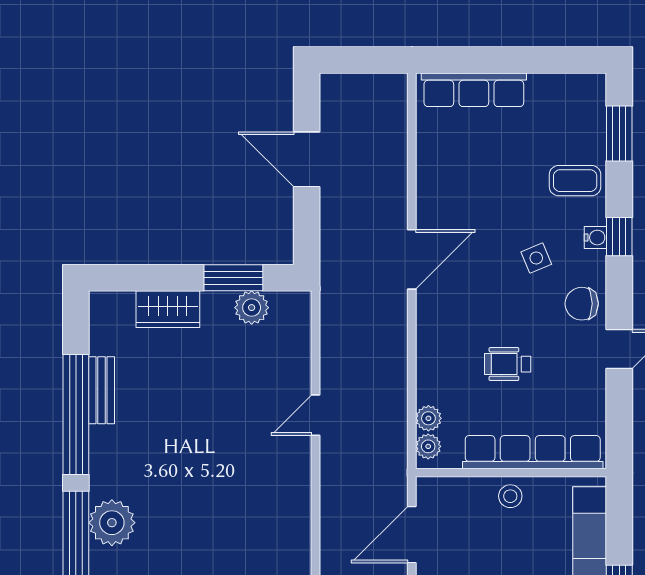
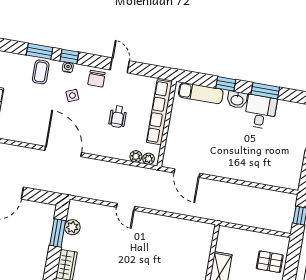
window: (619, 134) -> (40, 51), moved
door: (412, 259) -> (63, 152), width x1.36
stool: (510, 496) -> (177, 126), removed

